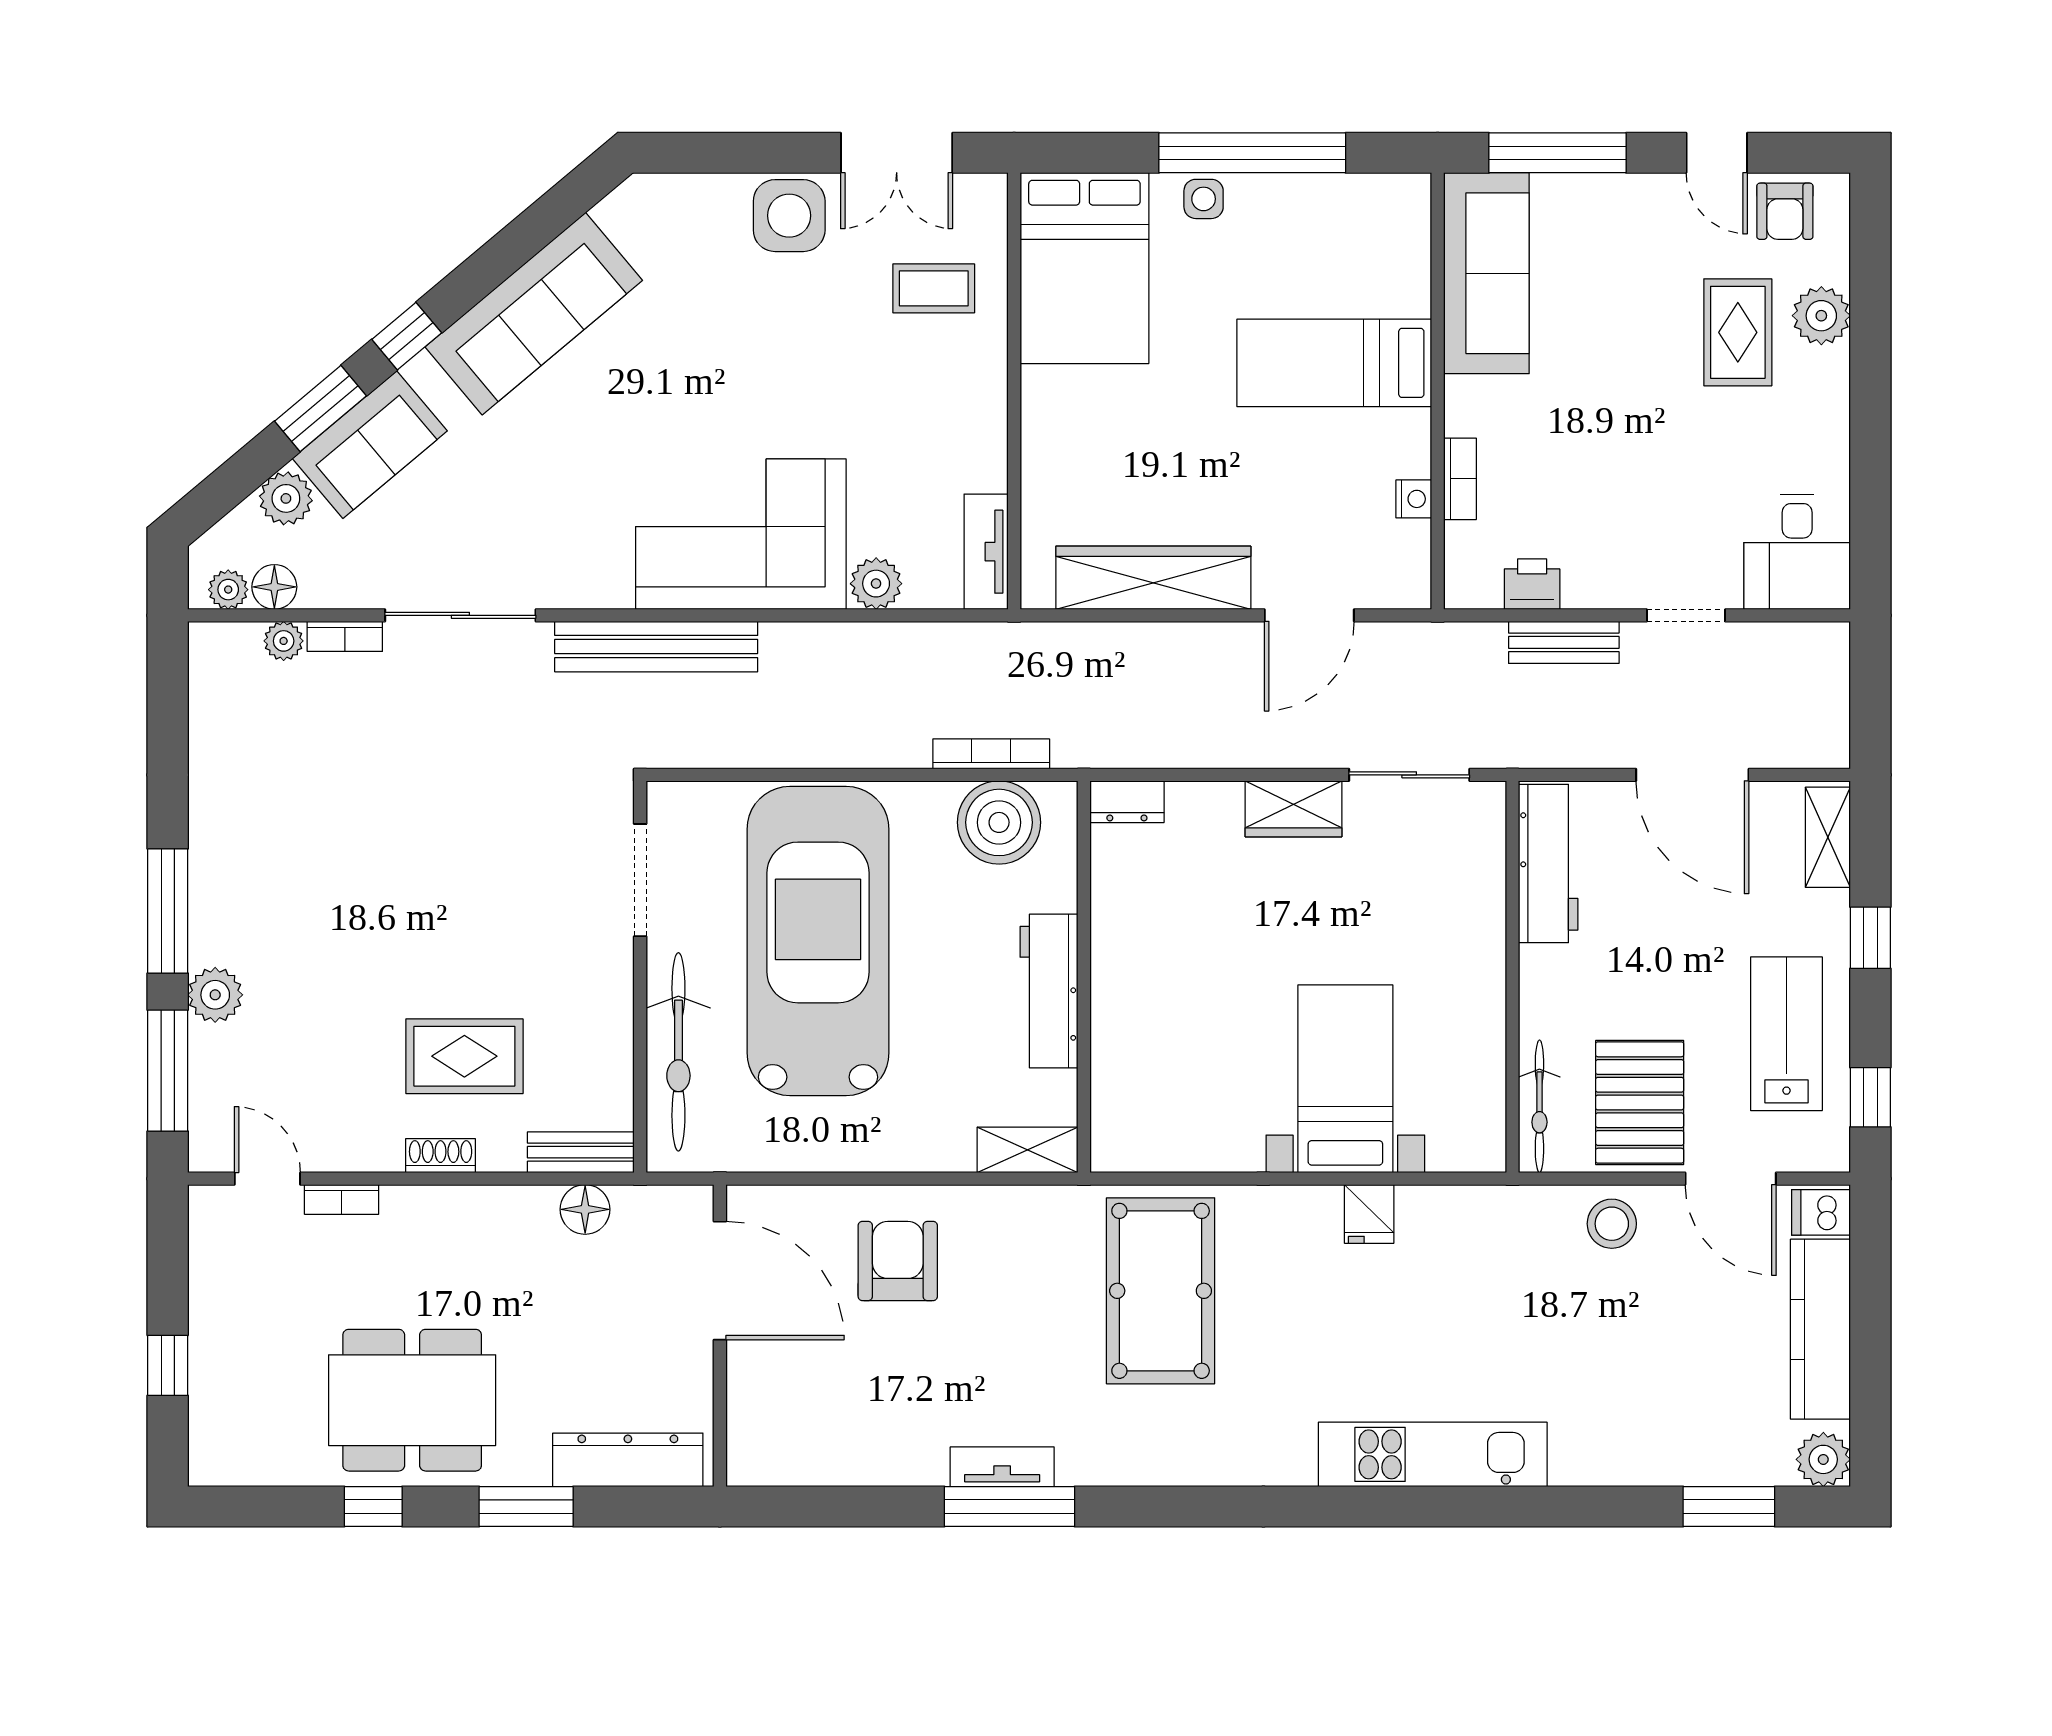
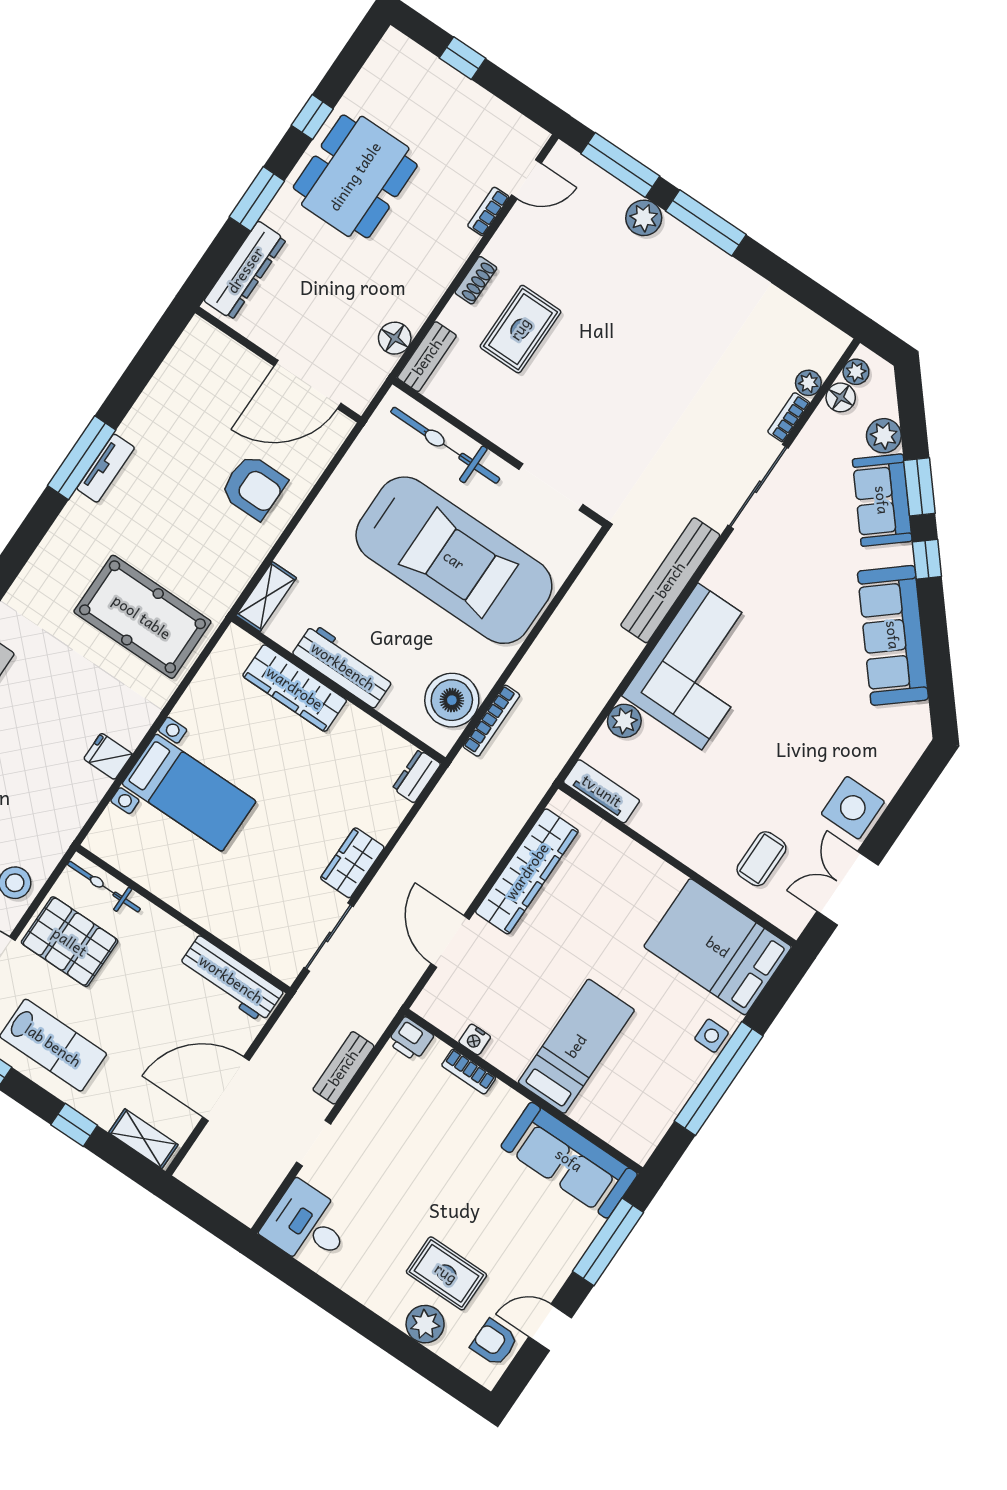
printer: (1532, 584) -> (410, 1039), moved, turned 90
wardrobe: (1120, 1034) -> (295, 688), added

